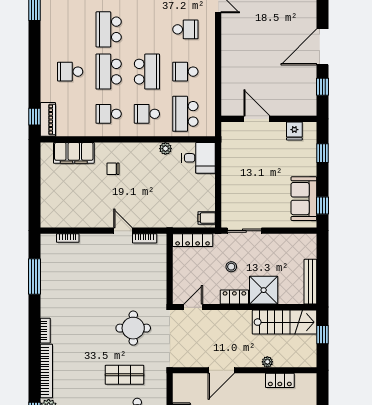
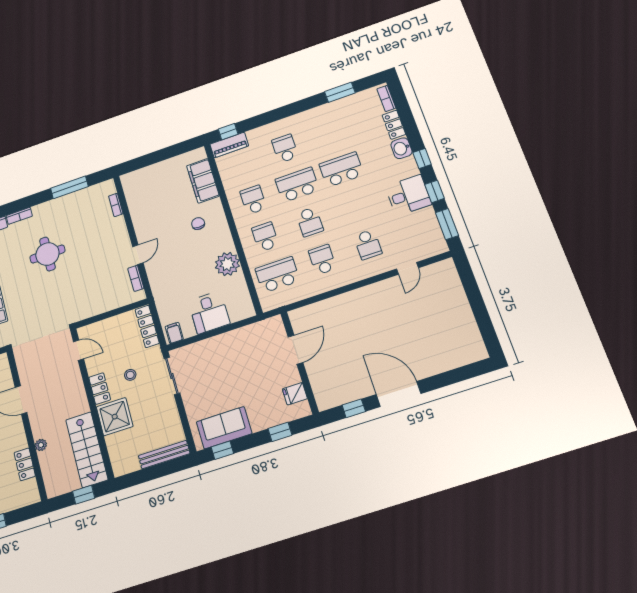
school desk: (147, 72) -> (310, 222), width x0.54
plant: (165, 149) -> (227, 264), width x1.87, depth x1.87
desk: (199, 158) -> (209, 312), moved
bench: (310, 282) -> (164, 455), moved
round table: (133, 328) -> (47, 254), moved

